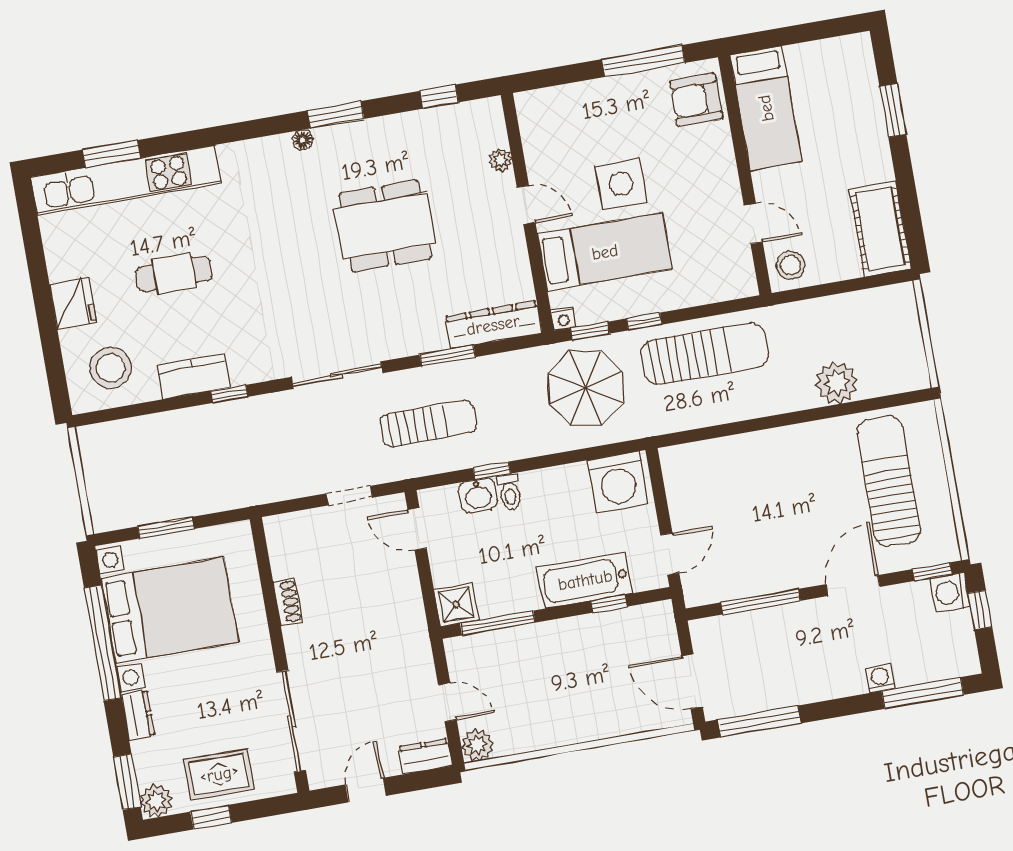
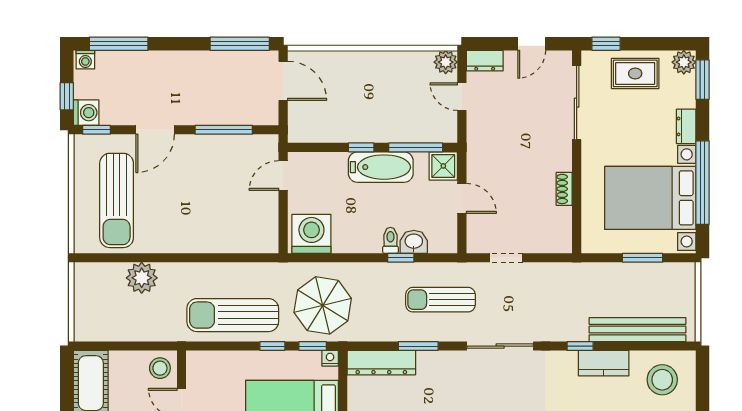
bench: (156, 430) -> (637, 330), added
door: (417, 529) -> (462, 198), moved
bathtub: (585, 580) -> (381, 167), moved
window: (609, 604) -> (361, 147), moved
washing machine: (880, 678) -> (85, 60), moved
window: (211, 817) -> (606, 44), moved

